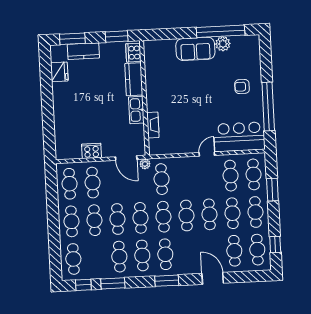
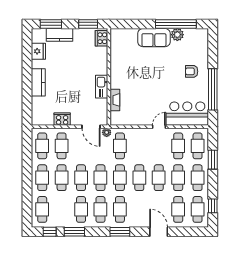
kitchen counter: (134, 79) -> (38, 82), moved, turned 180

